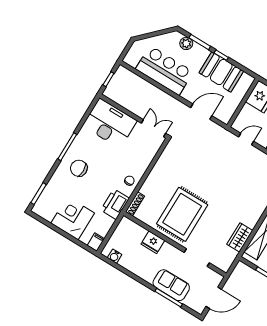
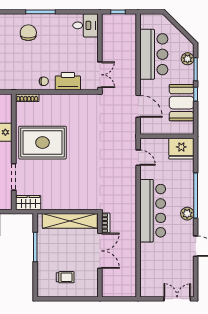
desk: (110, 123) -> (86, 25), width x0.53, depth x0.77
printer: (115, 204) -> (68, 81), moved
wardrobe: (240, 237) -> (28, 203), moved

